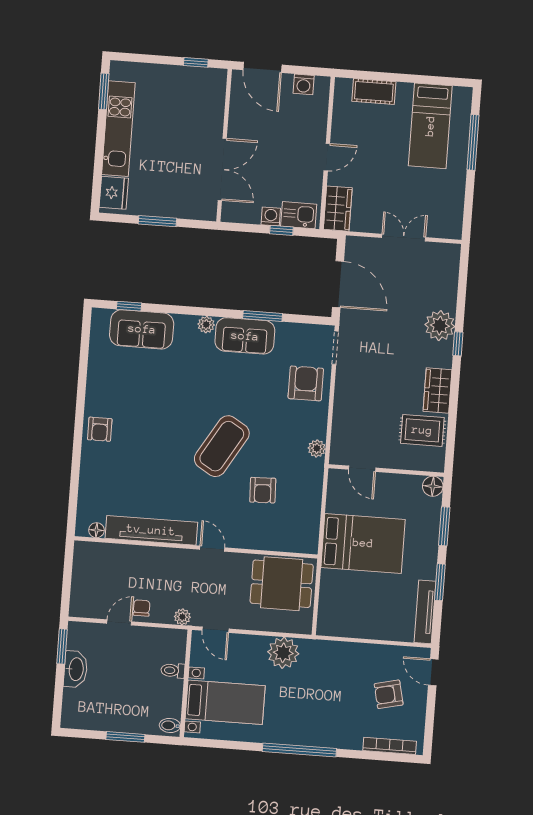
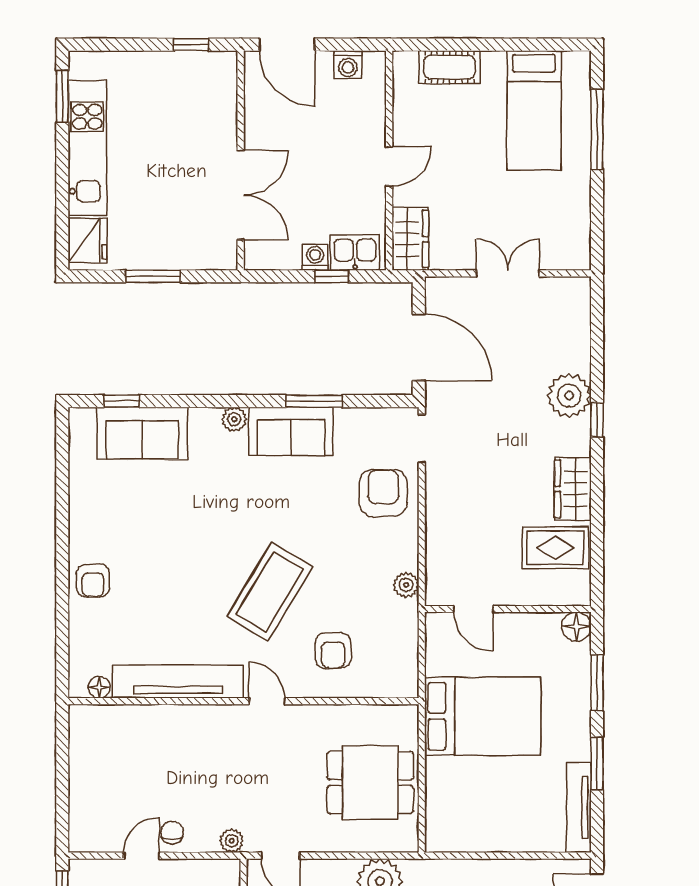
floor lamp: (96, 530) -> (99, 687), moved
tv unit: (151, 530) -> (178, 681), moved
wall: (196, 547) -> (244, 701), moved
door: (212, 549) -> (267, 701), moved

